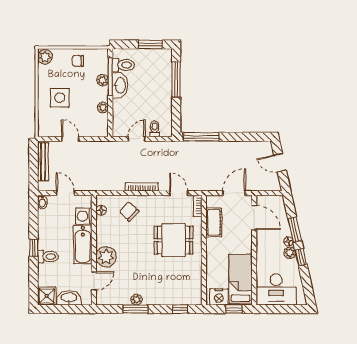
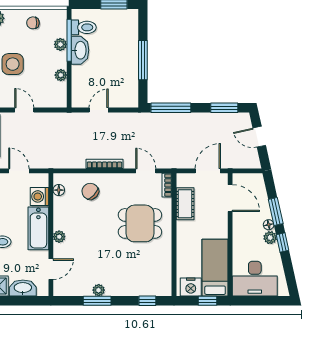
window: (176, 79) -> (143, 60), moved
toilet: (155, 129) -> (119, 99), removed
window: (249, 137) -> (224, 108), added
plant: (106, 257) -> (59, 237), width x0.53, depth x0.53

